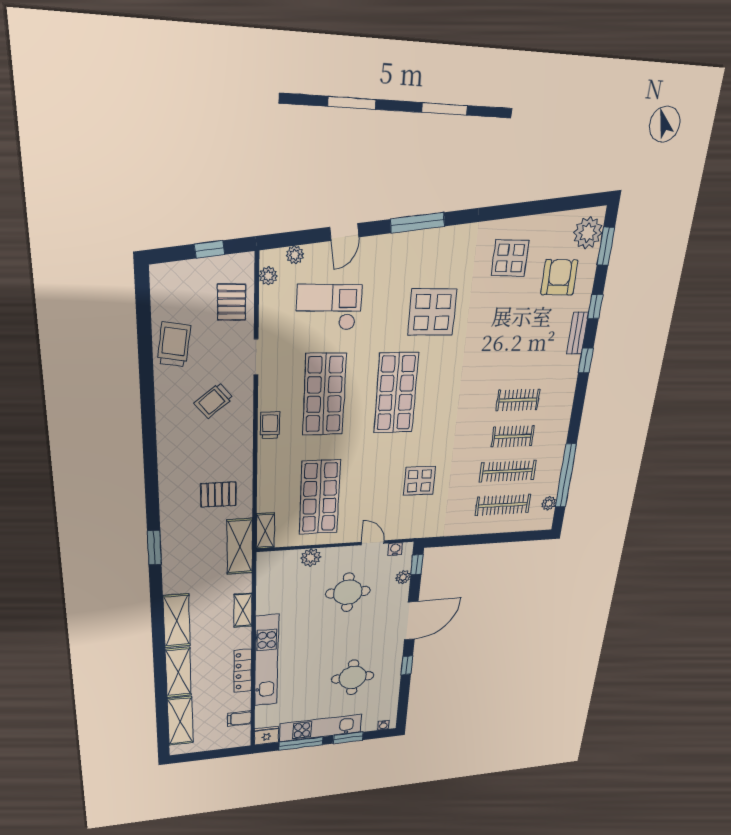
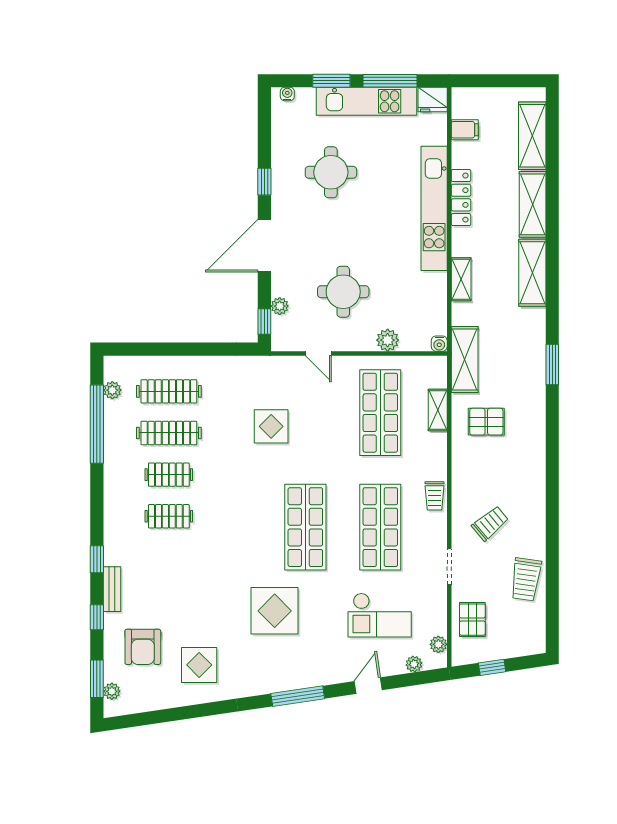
plant: (588, 233) -> (112, 691), width x0.53, depth x0.53
shelving: (265, 531) -> (438, 410), moved
water cooler: (395, 549) -> (439, 344), moved

